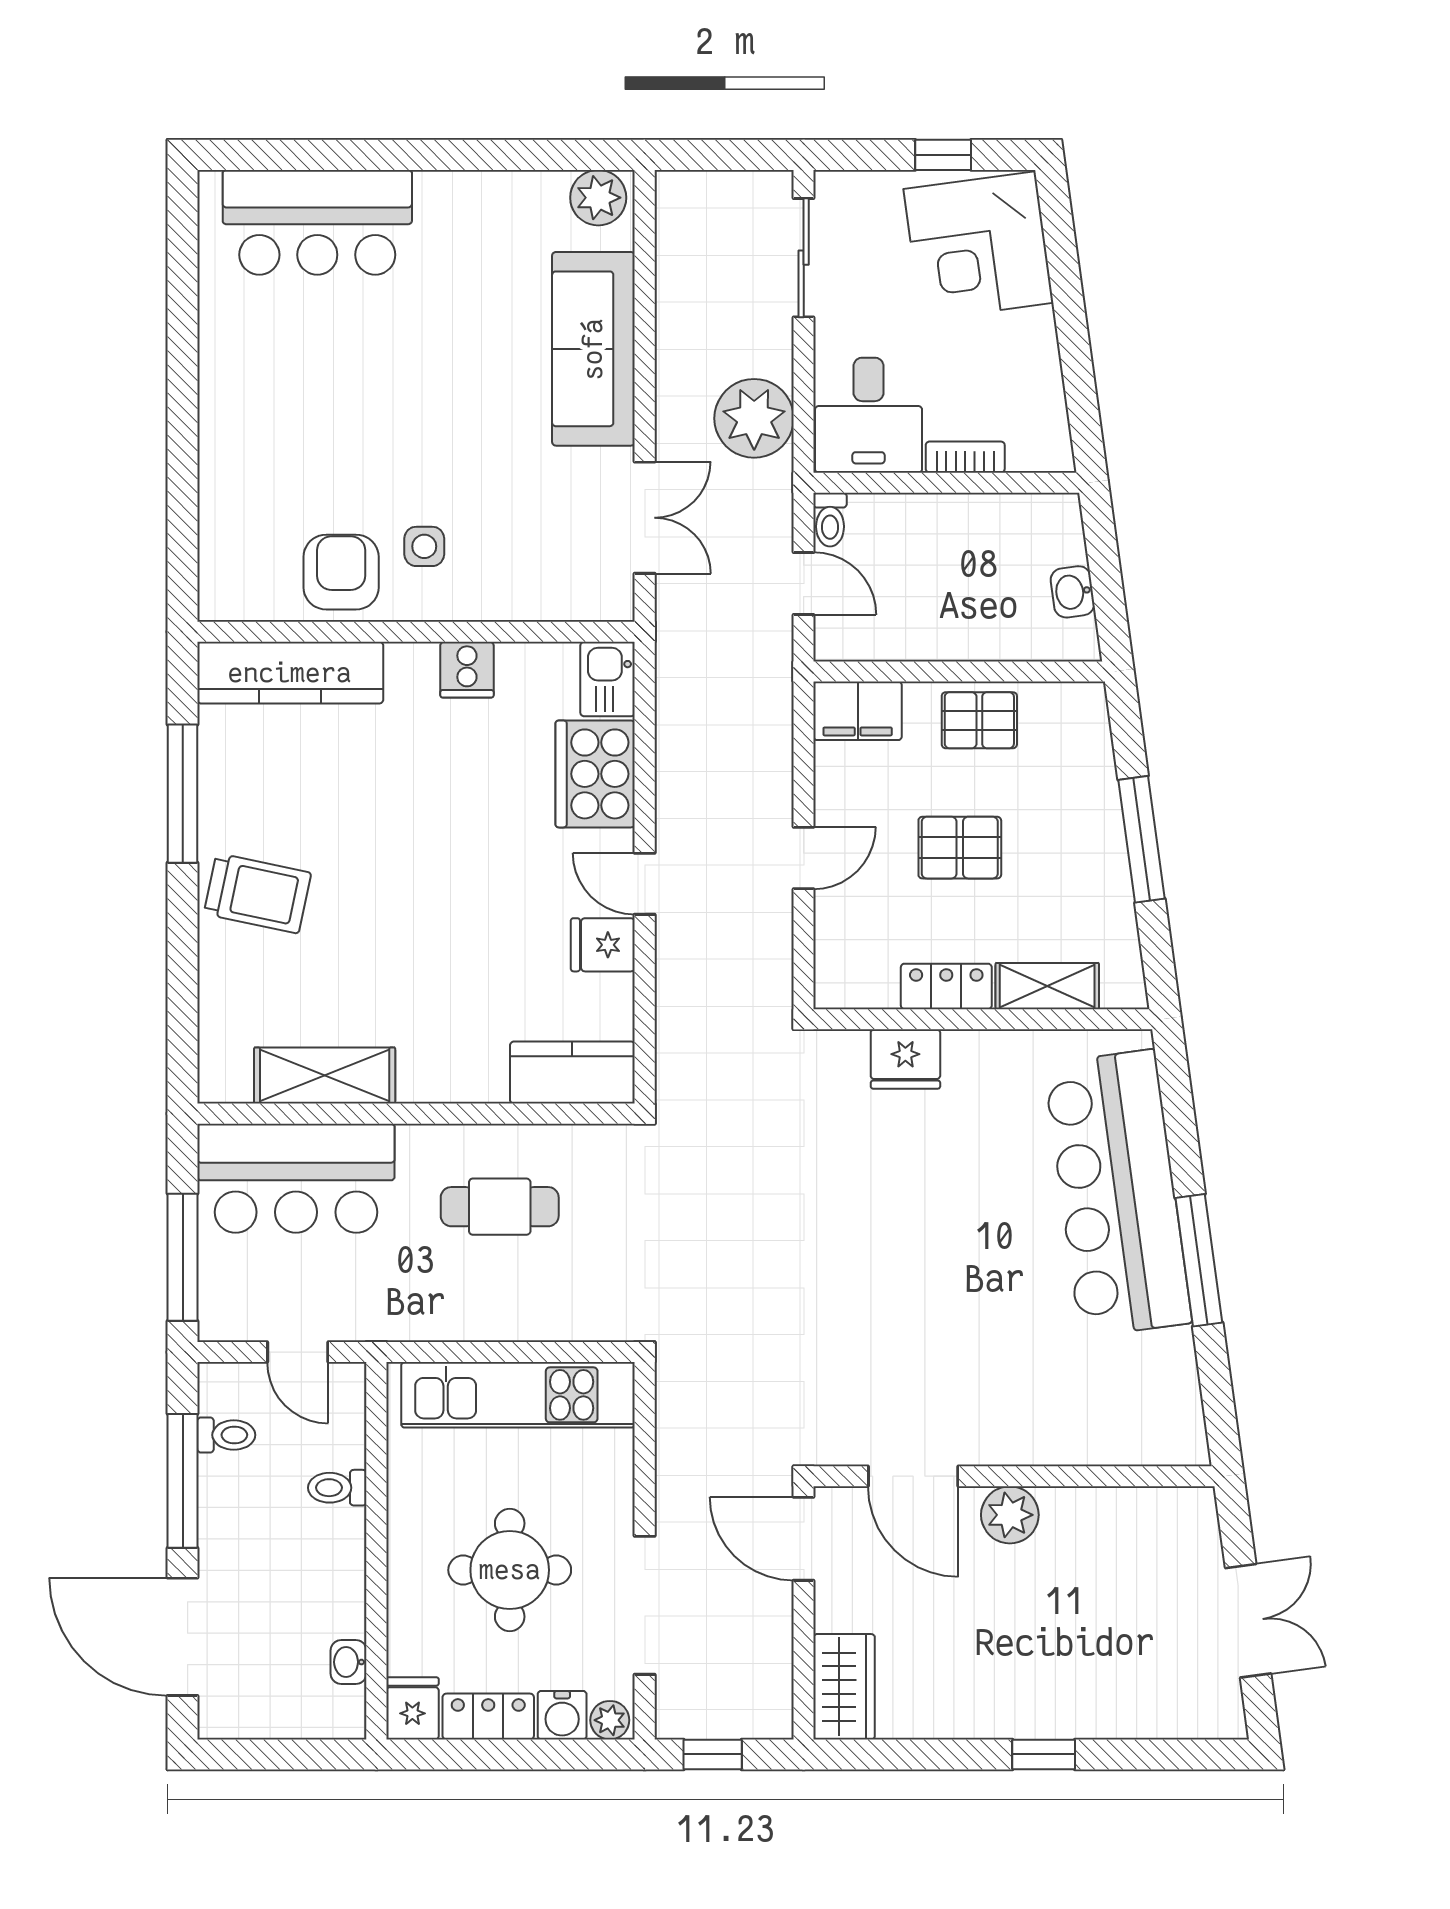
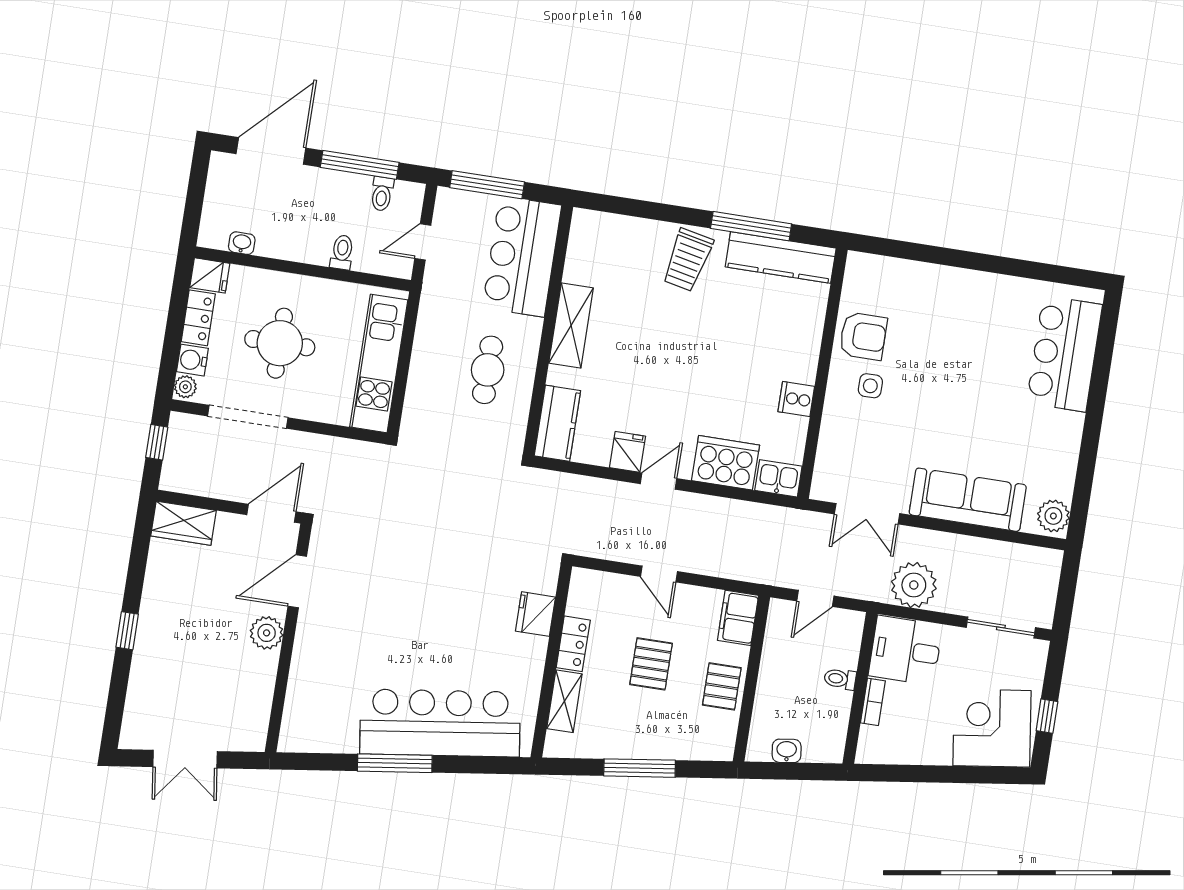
toilet: (830, 520) -> (840, 679), moved
kitchen counter: (290, 673) -> (781, 257), moved, turned -90
shelving: (325, 1075) -> (571, 326), moved

